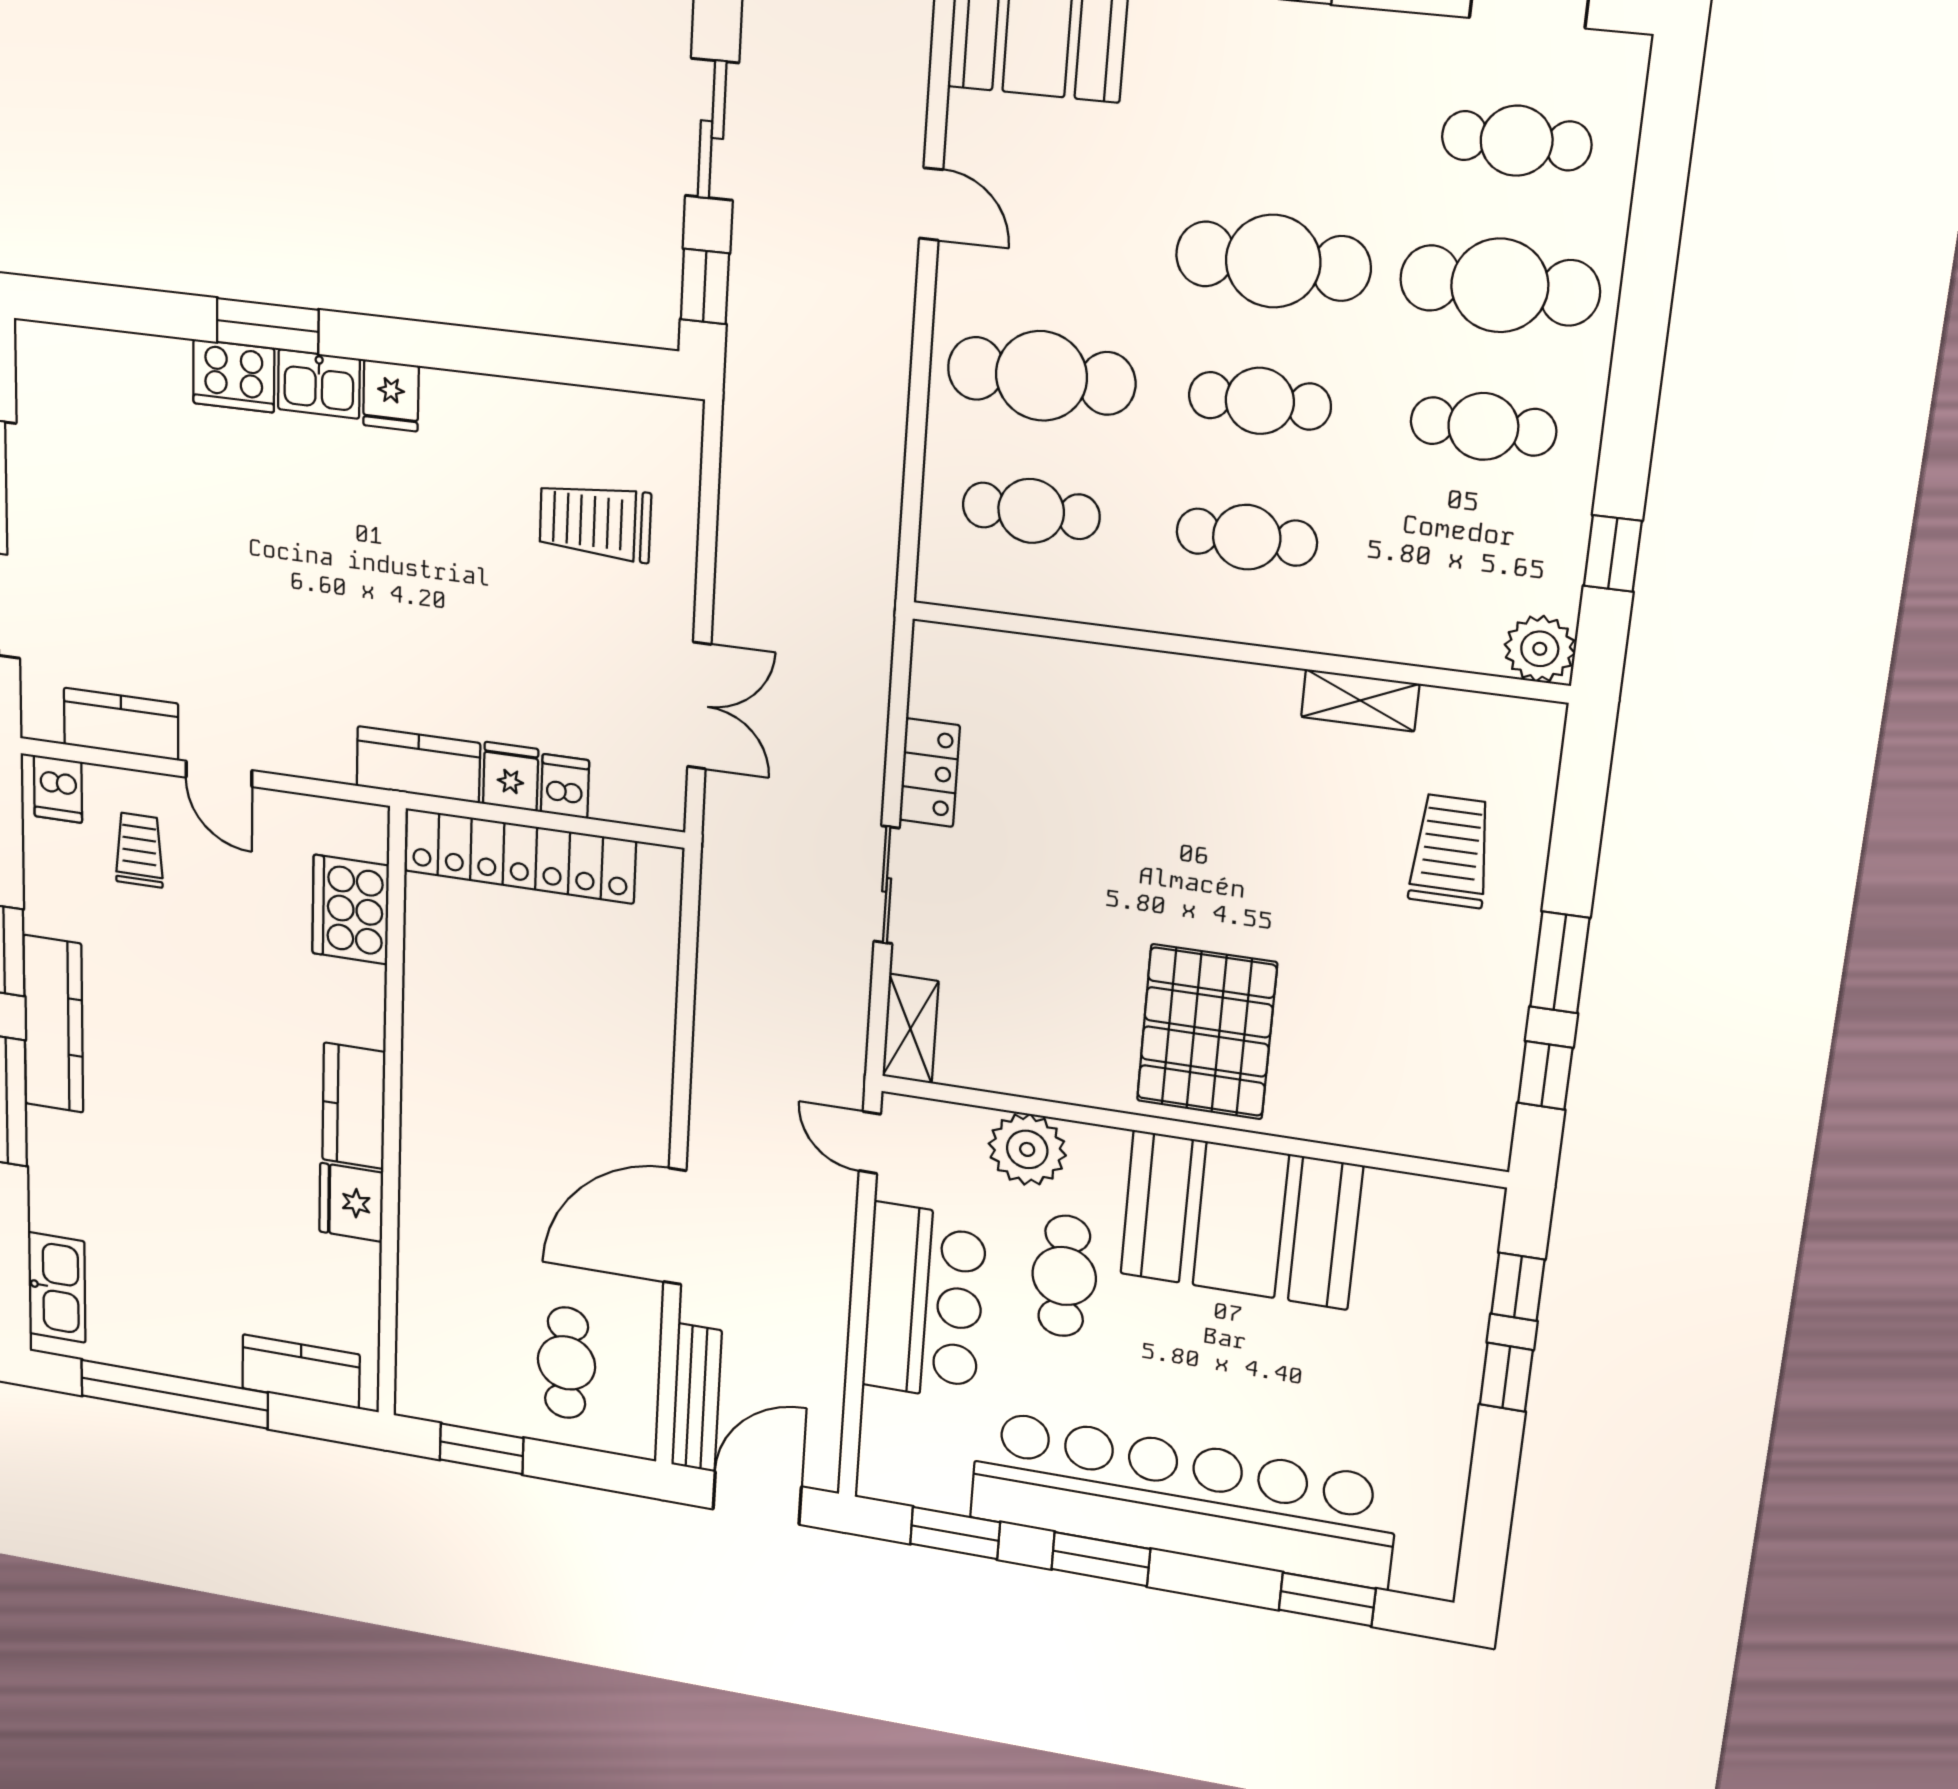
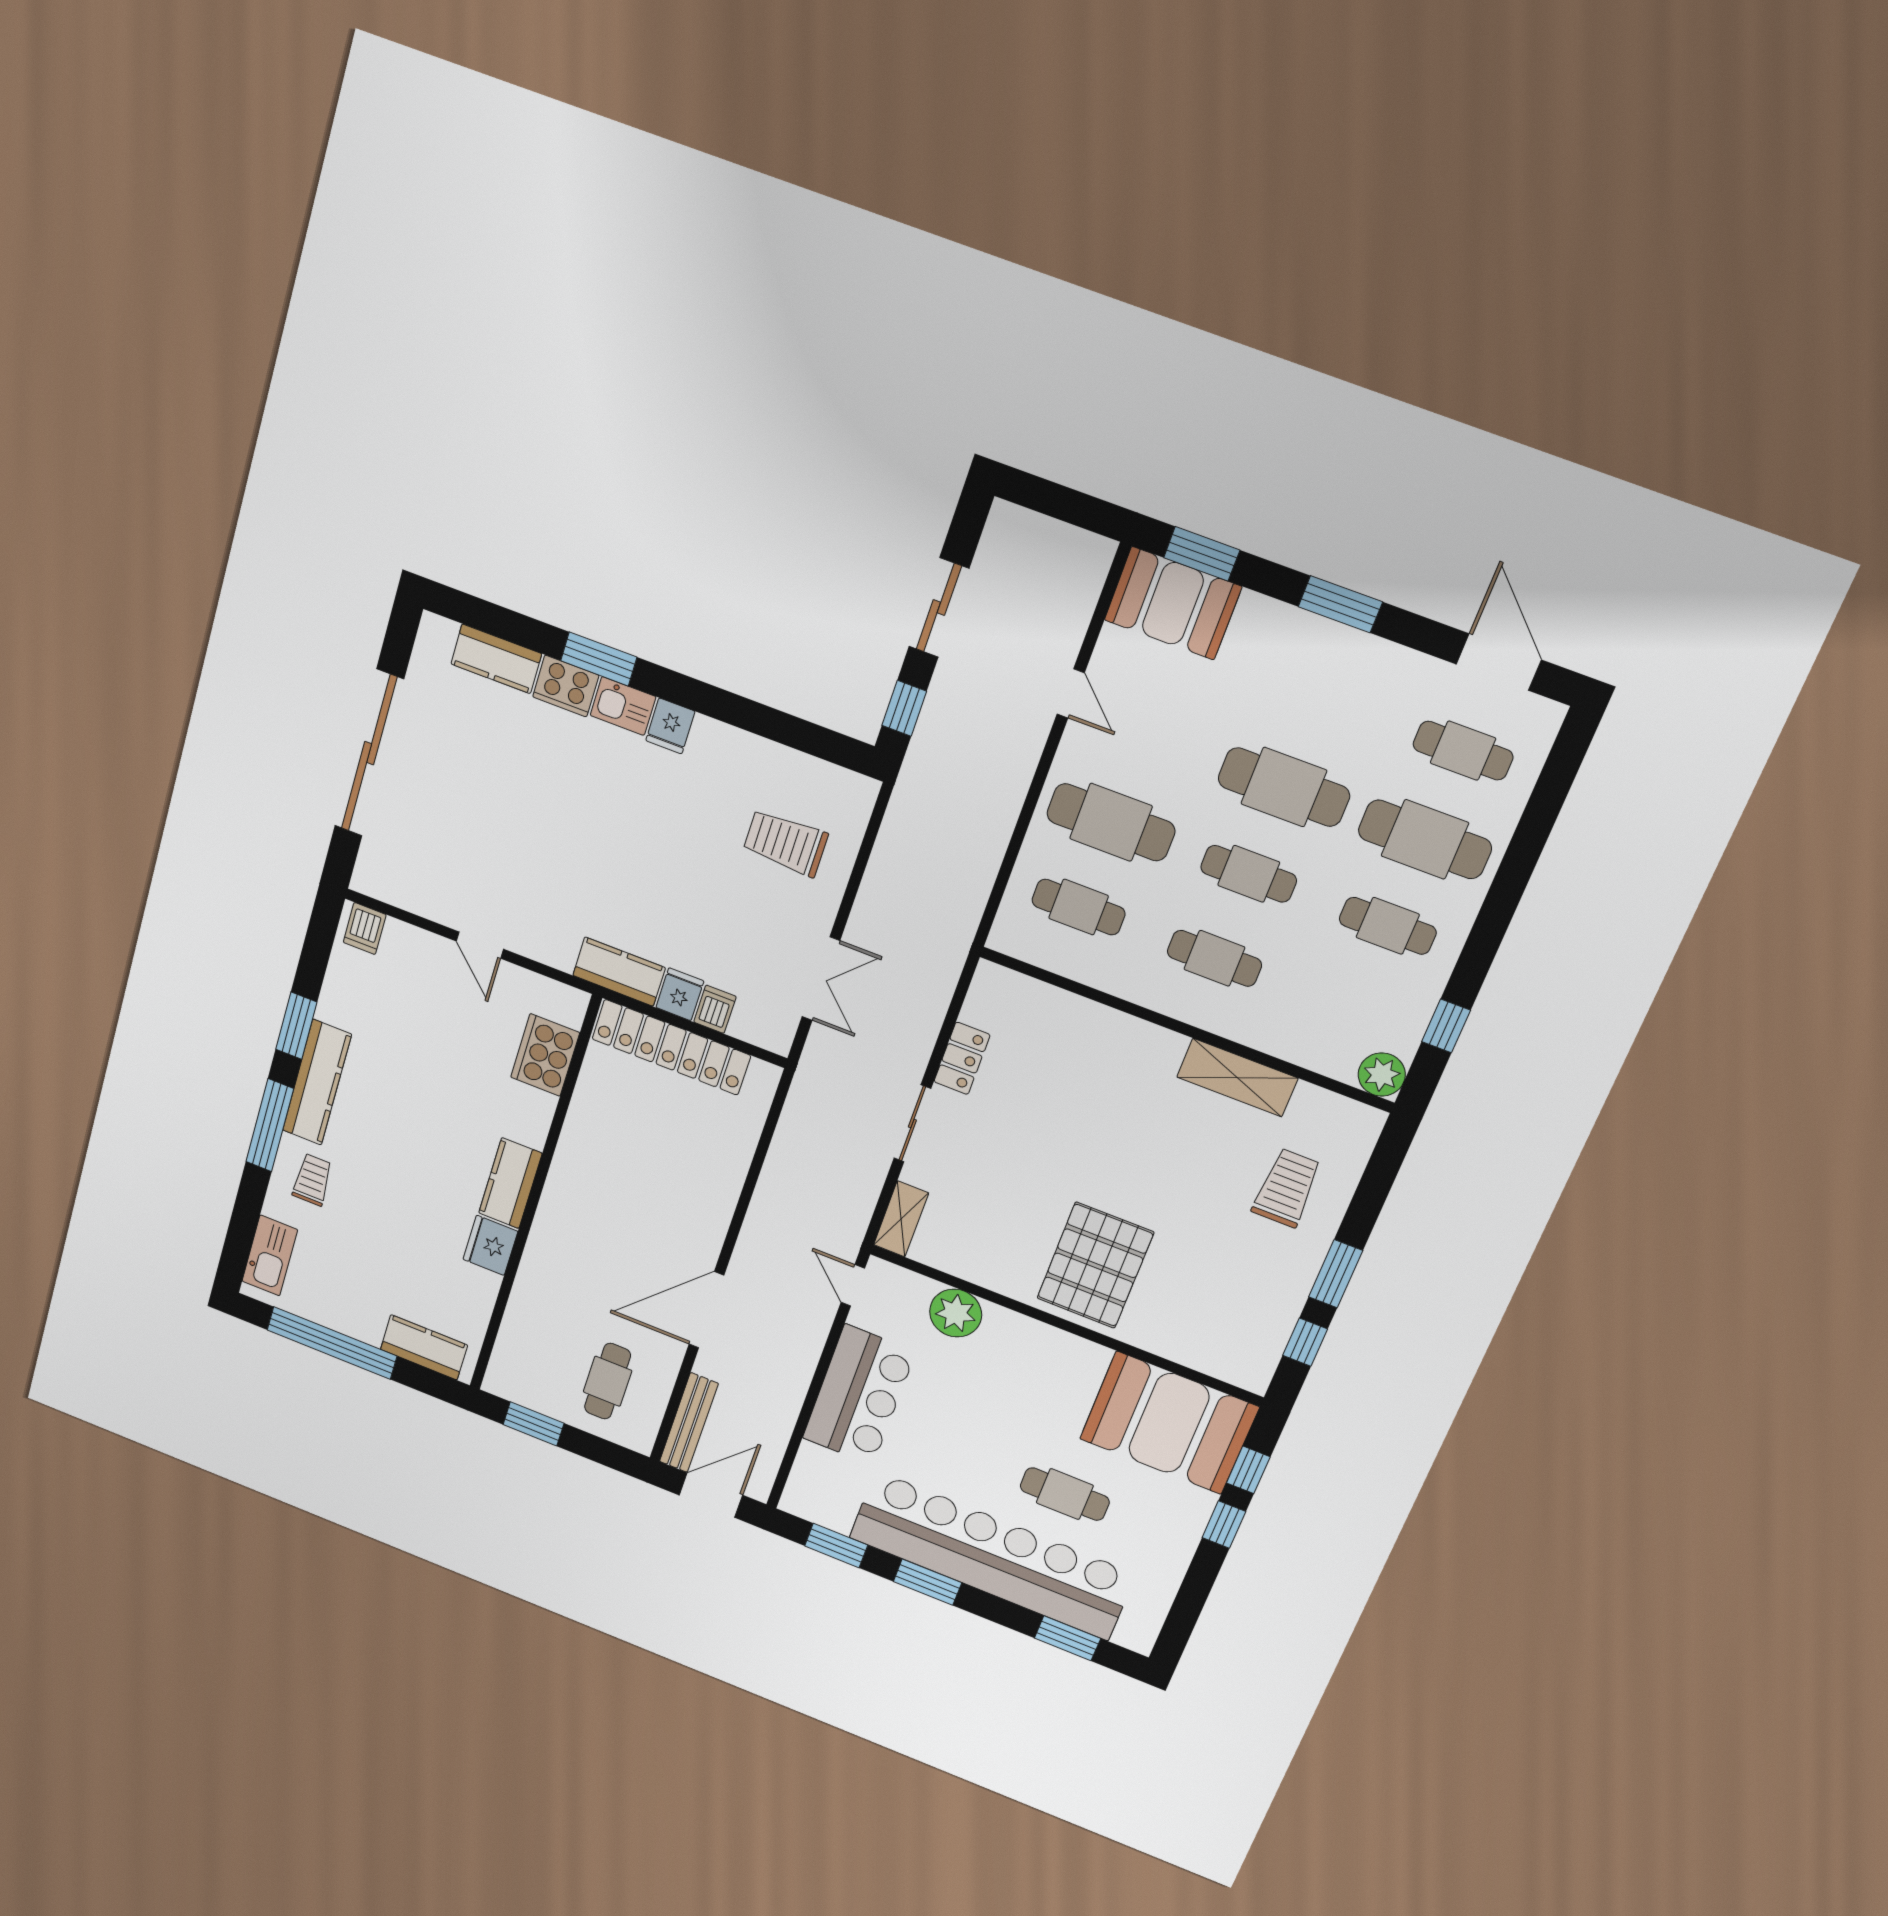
shelving: (1360, 700) -> (1237, 1078), width x1.50, depth x1.33
kitchen counter: (121, 724) -> (496, 659), moved, turned 180
trolley: (139, 850) -> (312, 1180), moved
booth: (1241, 1220) -> (1169, 1423), moved
cafe table: (1064, 1276) -> (1065, 1494), moved, turned 90

